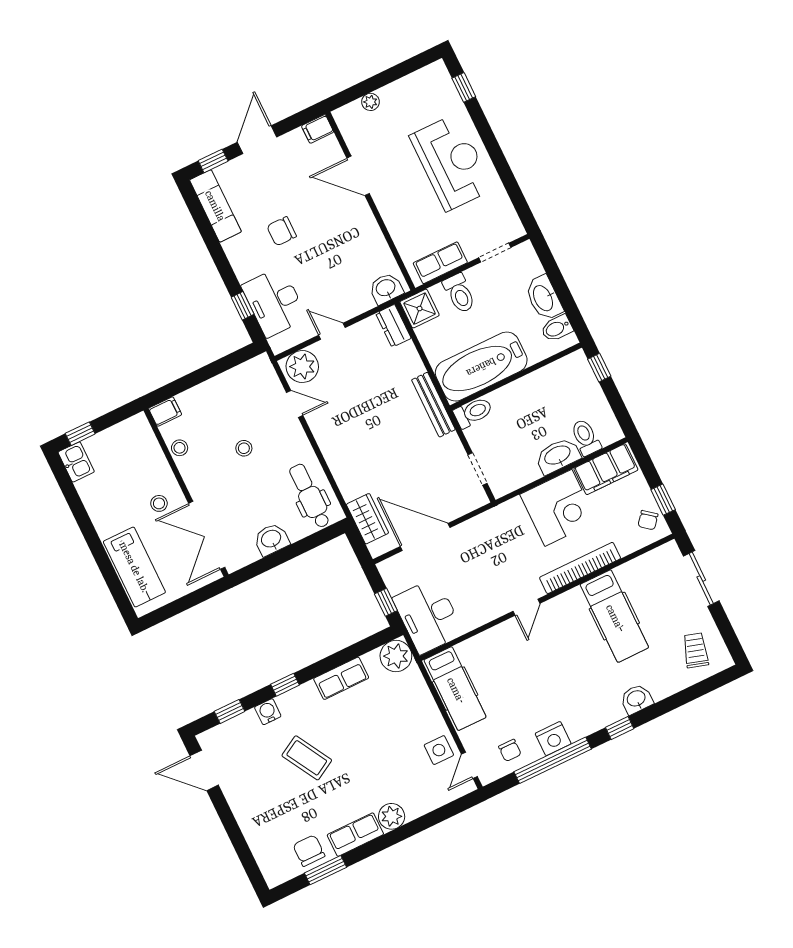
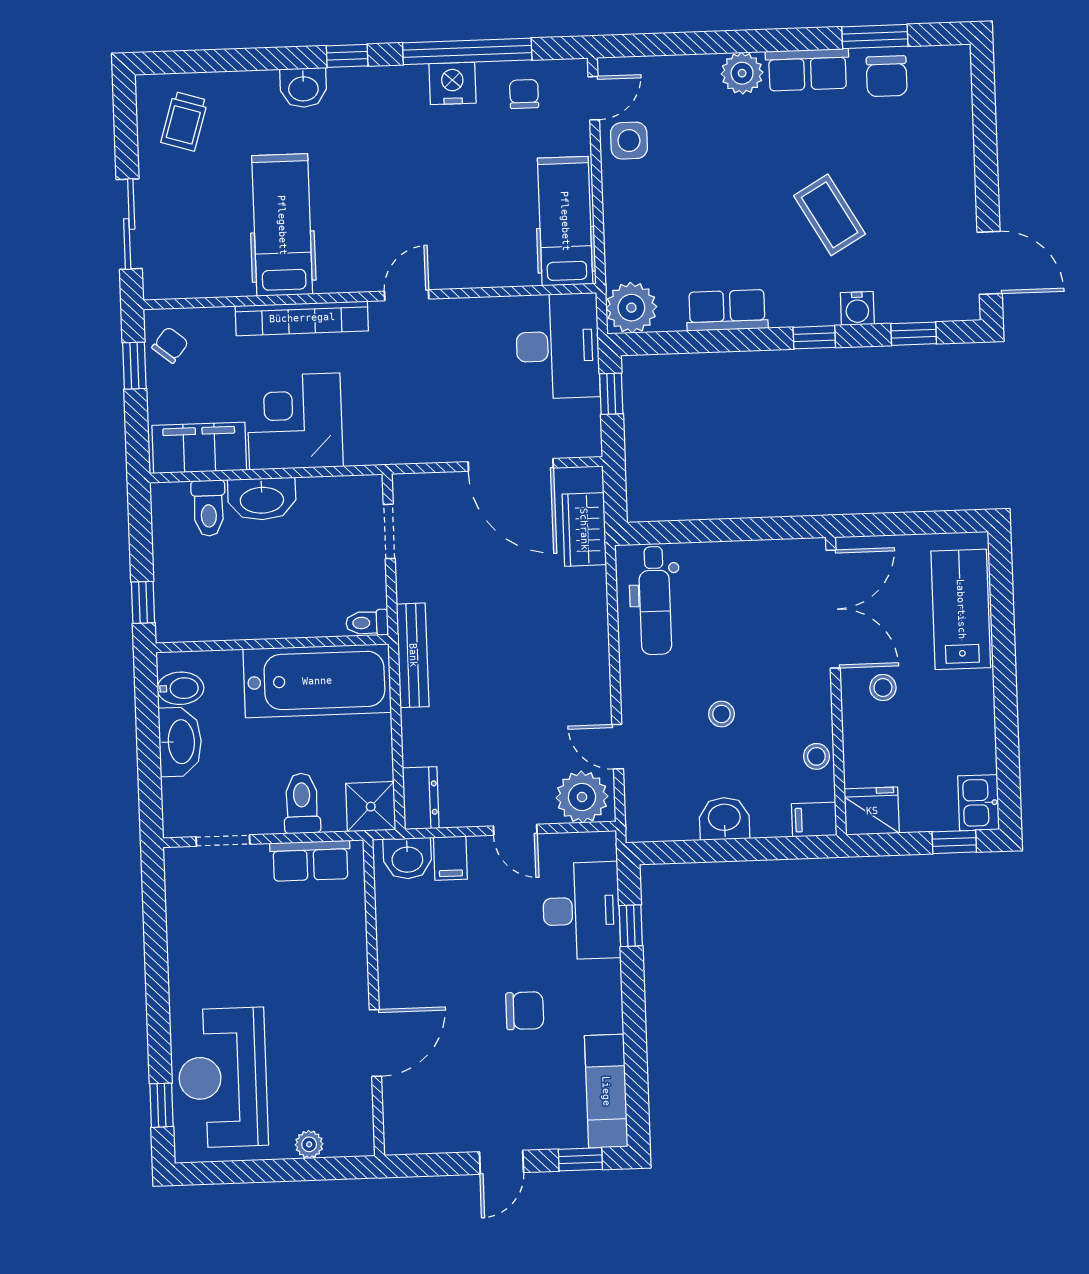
filing cabinet: (318, 129) -> (450, 858), moved, turned 90
door: (257, 140) -> (501, 1162), width x0.73
reception desk: (451, 163) -> (223, 1078), moved
door: (358, 176) -> (375, 1043), hinge flipped
toilet: (473, 412) -> (367, 623), width x0.73, depth x0.72
fridge: (135, 431) -> (872, 811), added
washbasin: (271, 539) -> (724, 819), moved, turned 180

